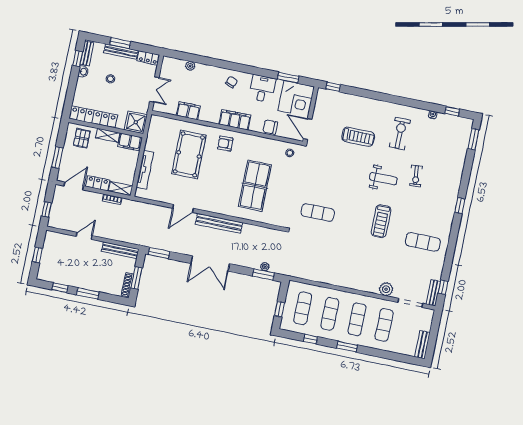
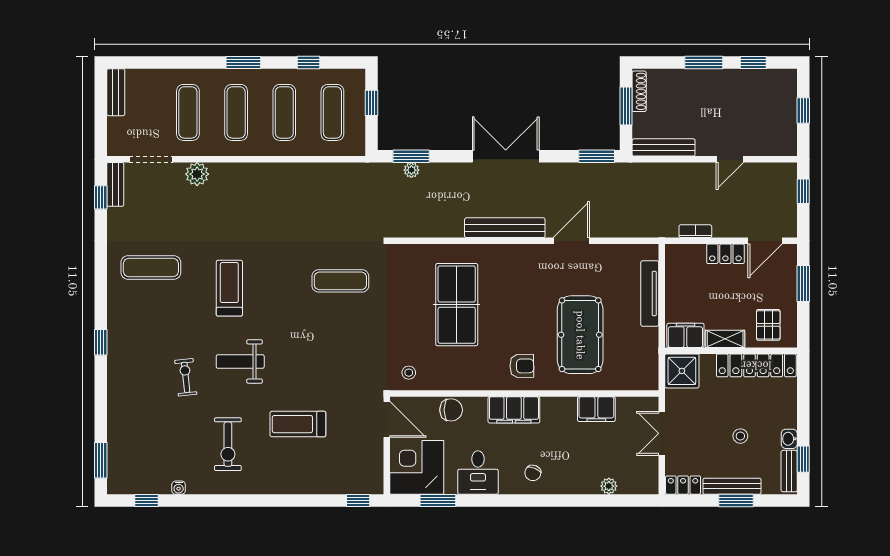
shelving: (121, 189) -> (684, 253), removed

